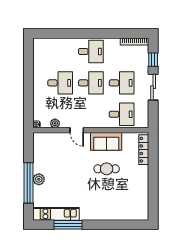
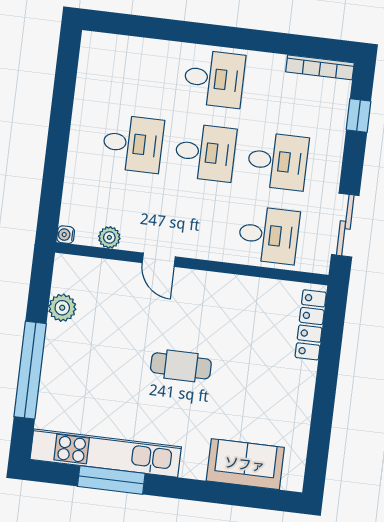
sliding door: (153, 87) -> (345, 225), moved
sofa: (106, 141) -> (245, 464), moved, turned 180
cafe table: (107, 169) -> (181, 366), moved
plant: (39, 179) -> (62, 308), moved
kitchen unit: (56, 214) -> (106, 453), width x1.36

